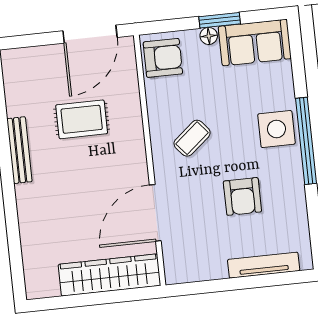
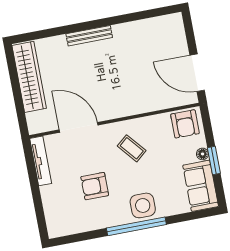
rug: (82, 119) -> (138, 72), removed
bench: (19, 150) -> (89, 36), moved
tv unit: (264, 265) -> (41, 161), moved
wardrobe: (109, 275) -> (29, 77), moved

